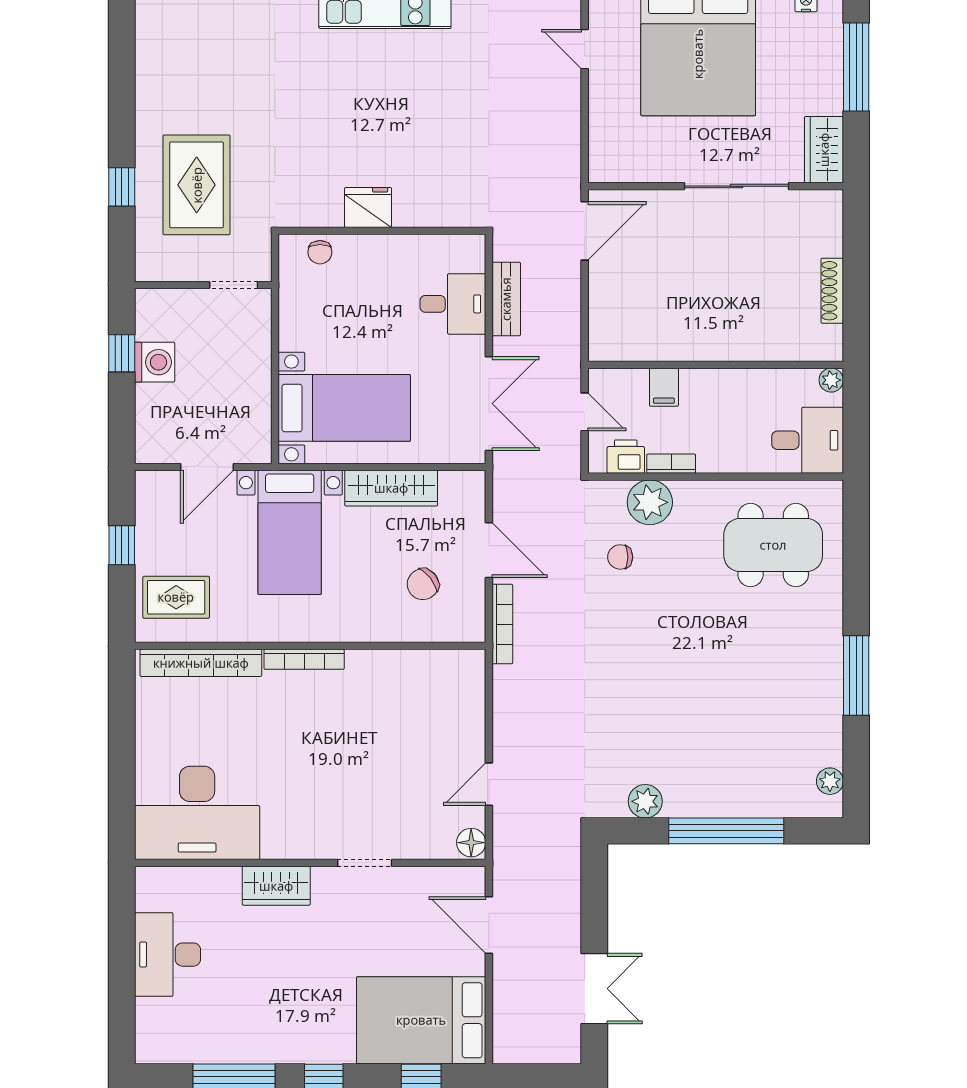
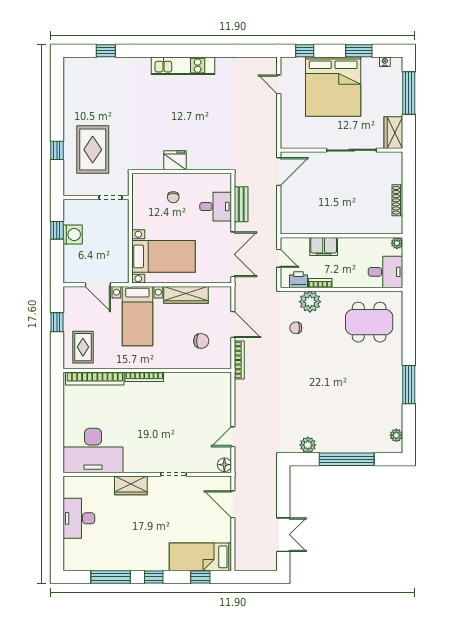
chair: (320, 252) -> (173, 197), moved
filing cabinet: (664, 387) -> (324, 246), width x2.00
door: (207, 467) -> (98, 285), hinge flipped
chair: (423, 584) -> (201, 341), turned -142
rug: (176, 597) -> (83, 347), turned 90
bed: (421, 1020) -> (200, 557), width x0.67

